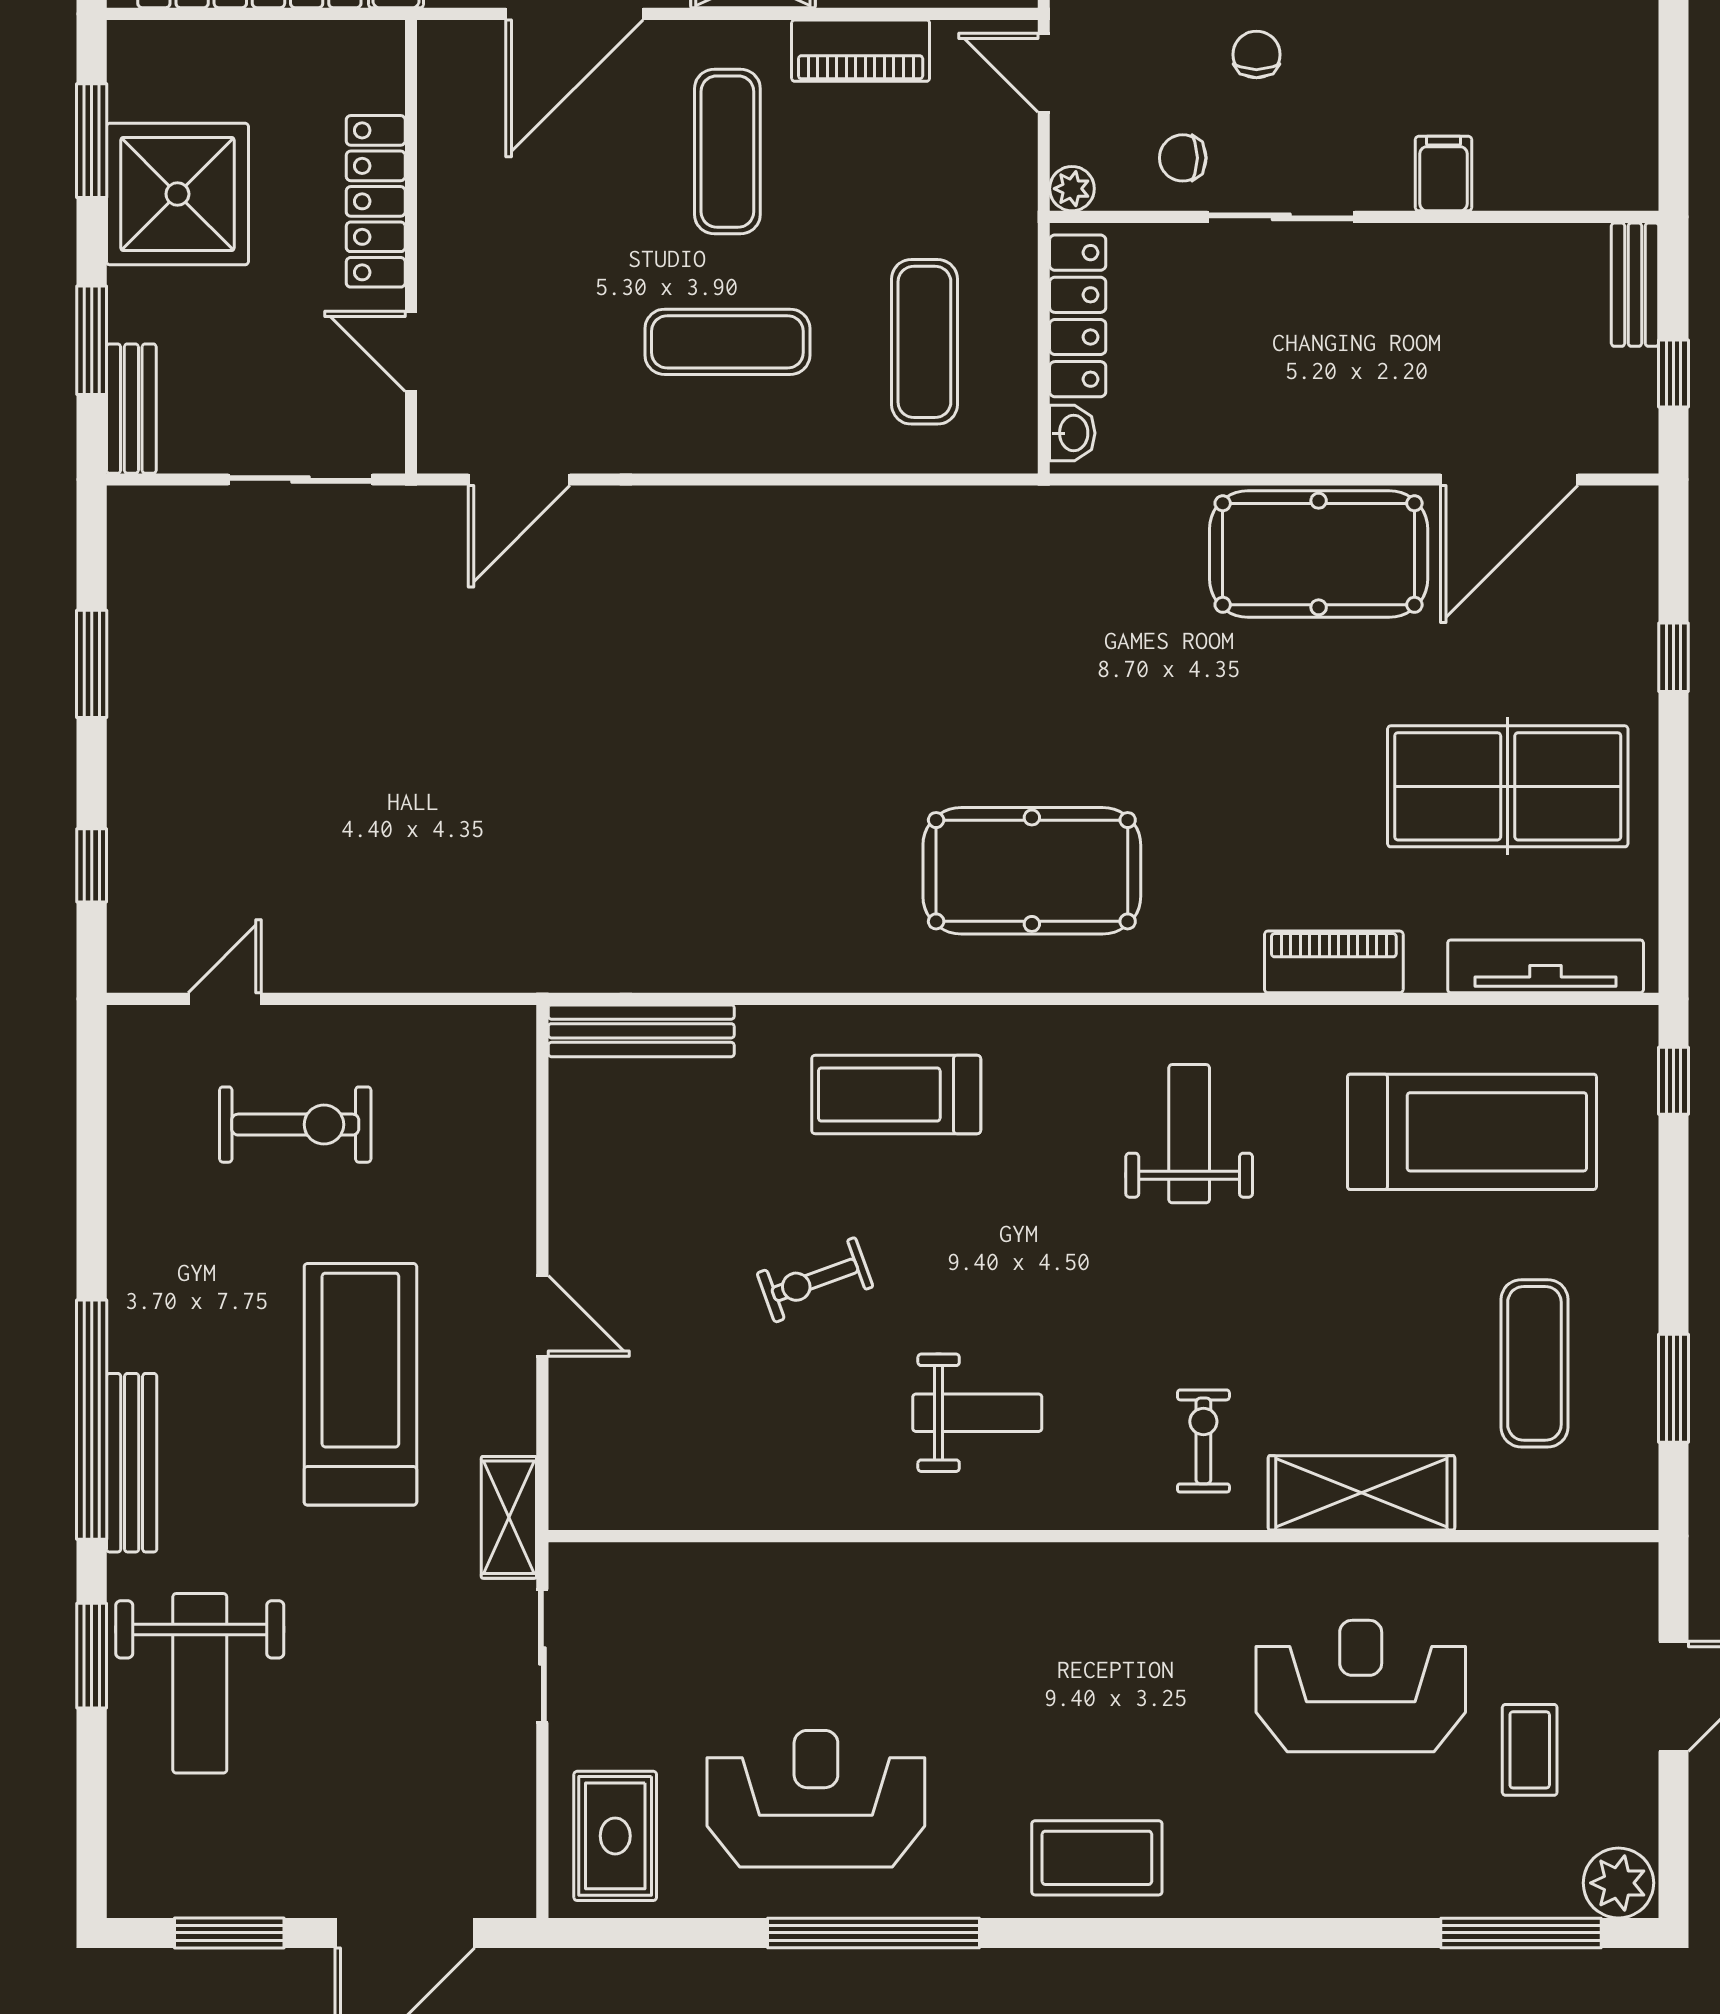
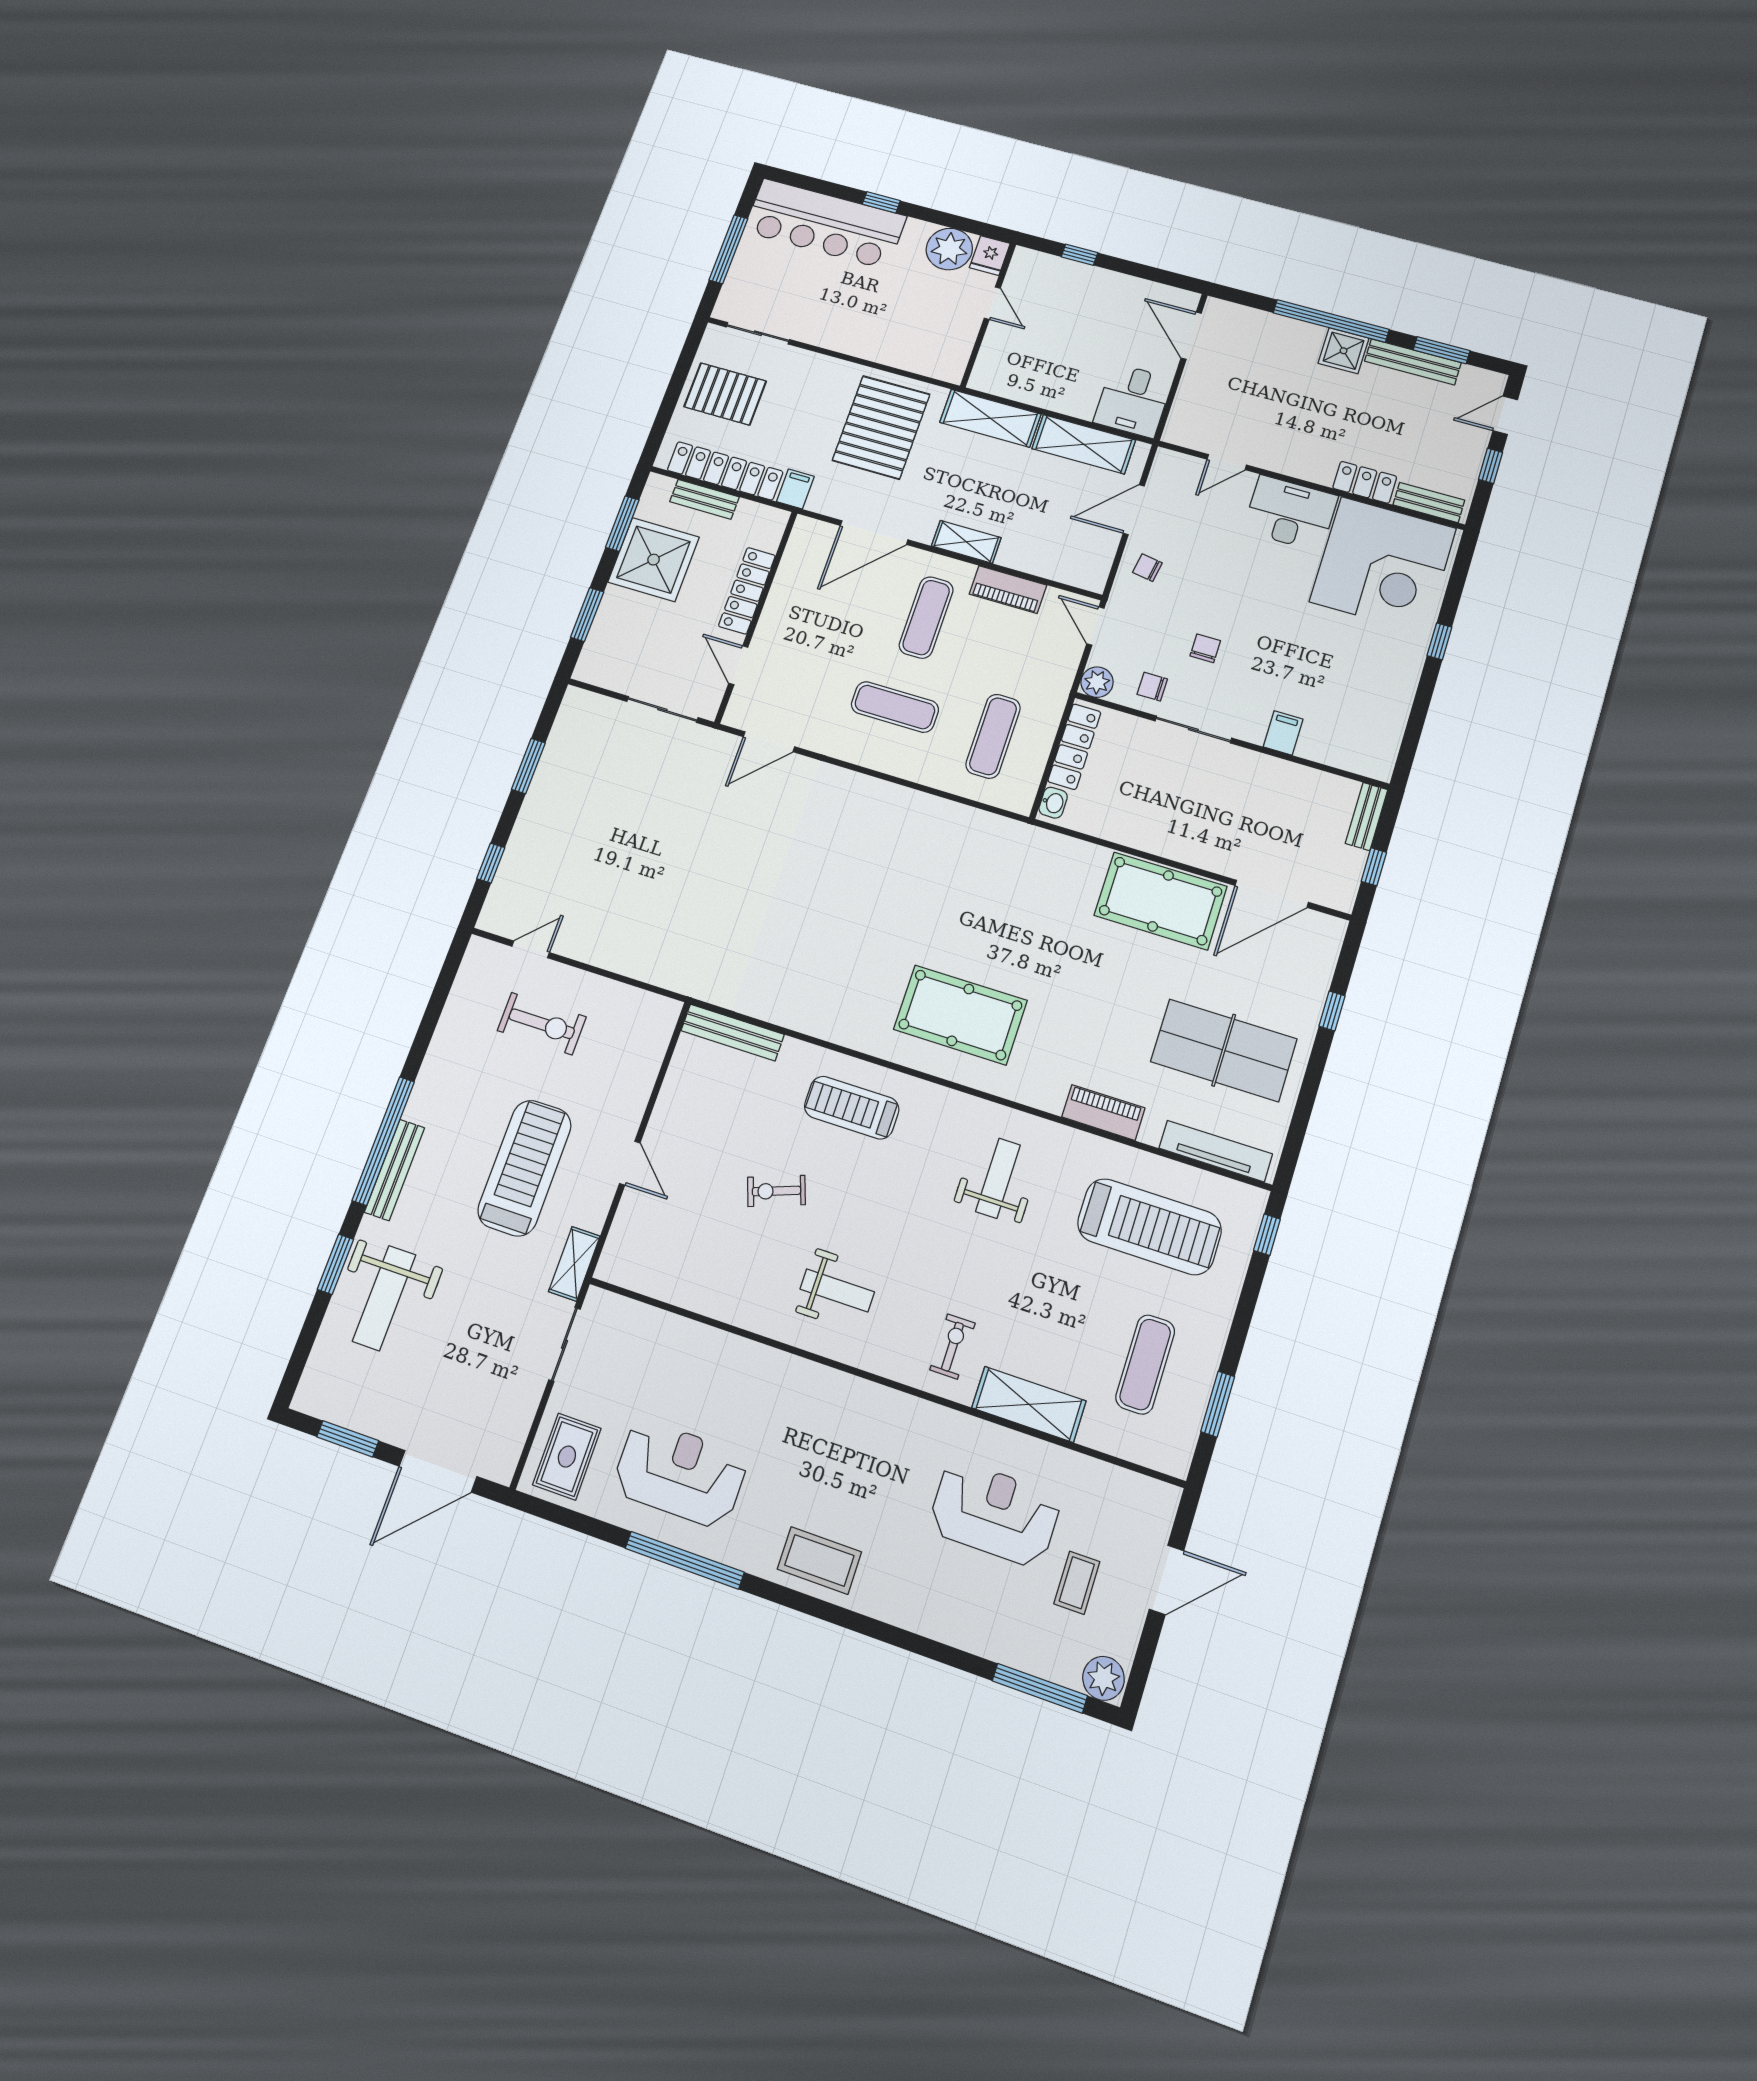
plant: (1072, 189) -> (1097, 682), width x1.38, depth x1.38
bench: (131, 409) -> (704, 499), moved, turned 90

